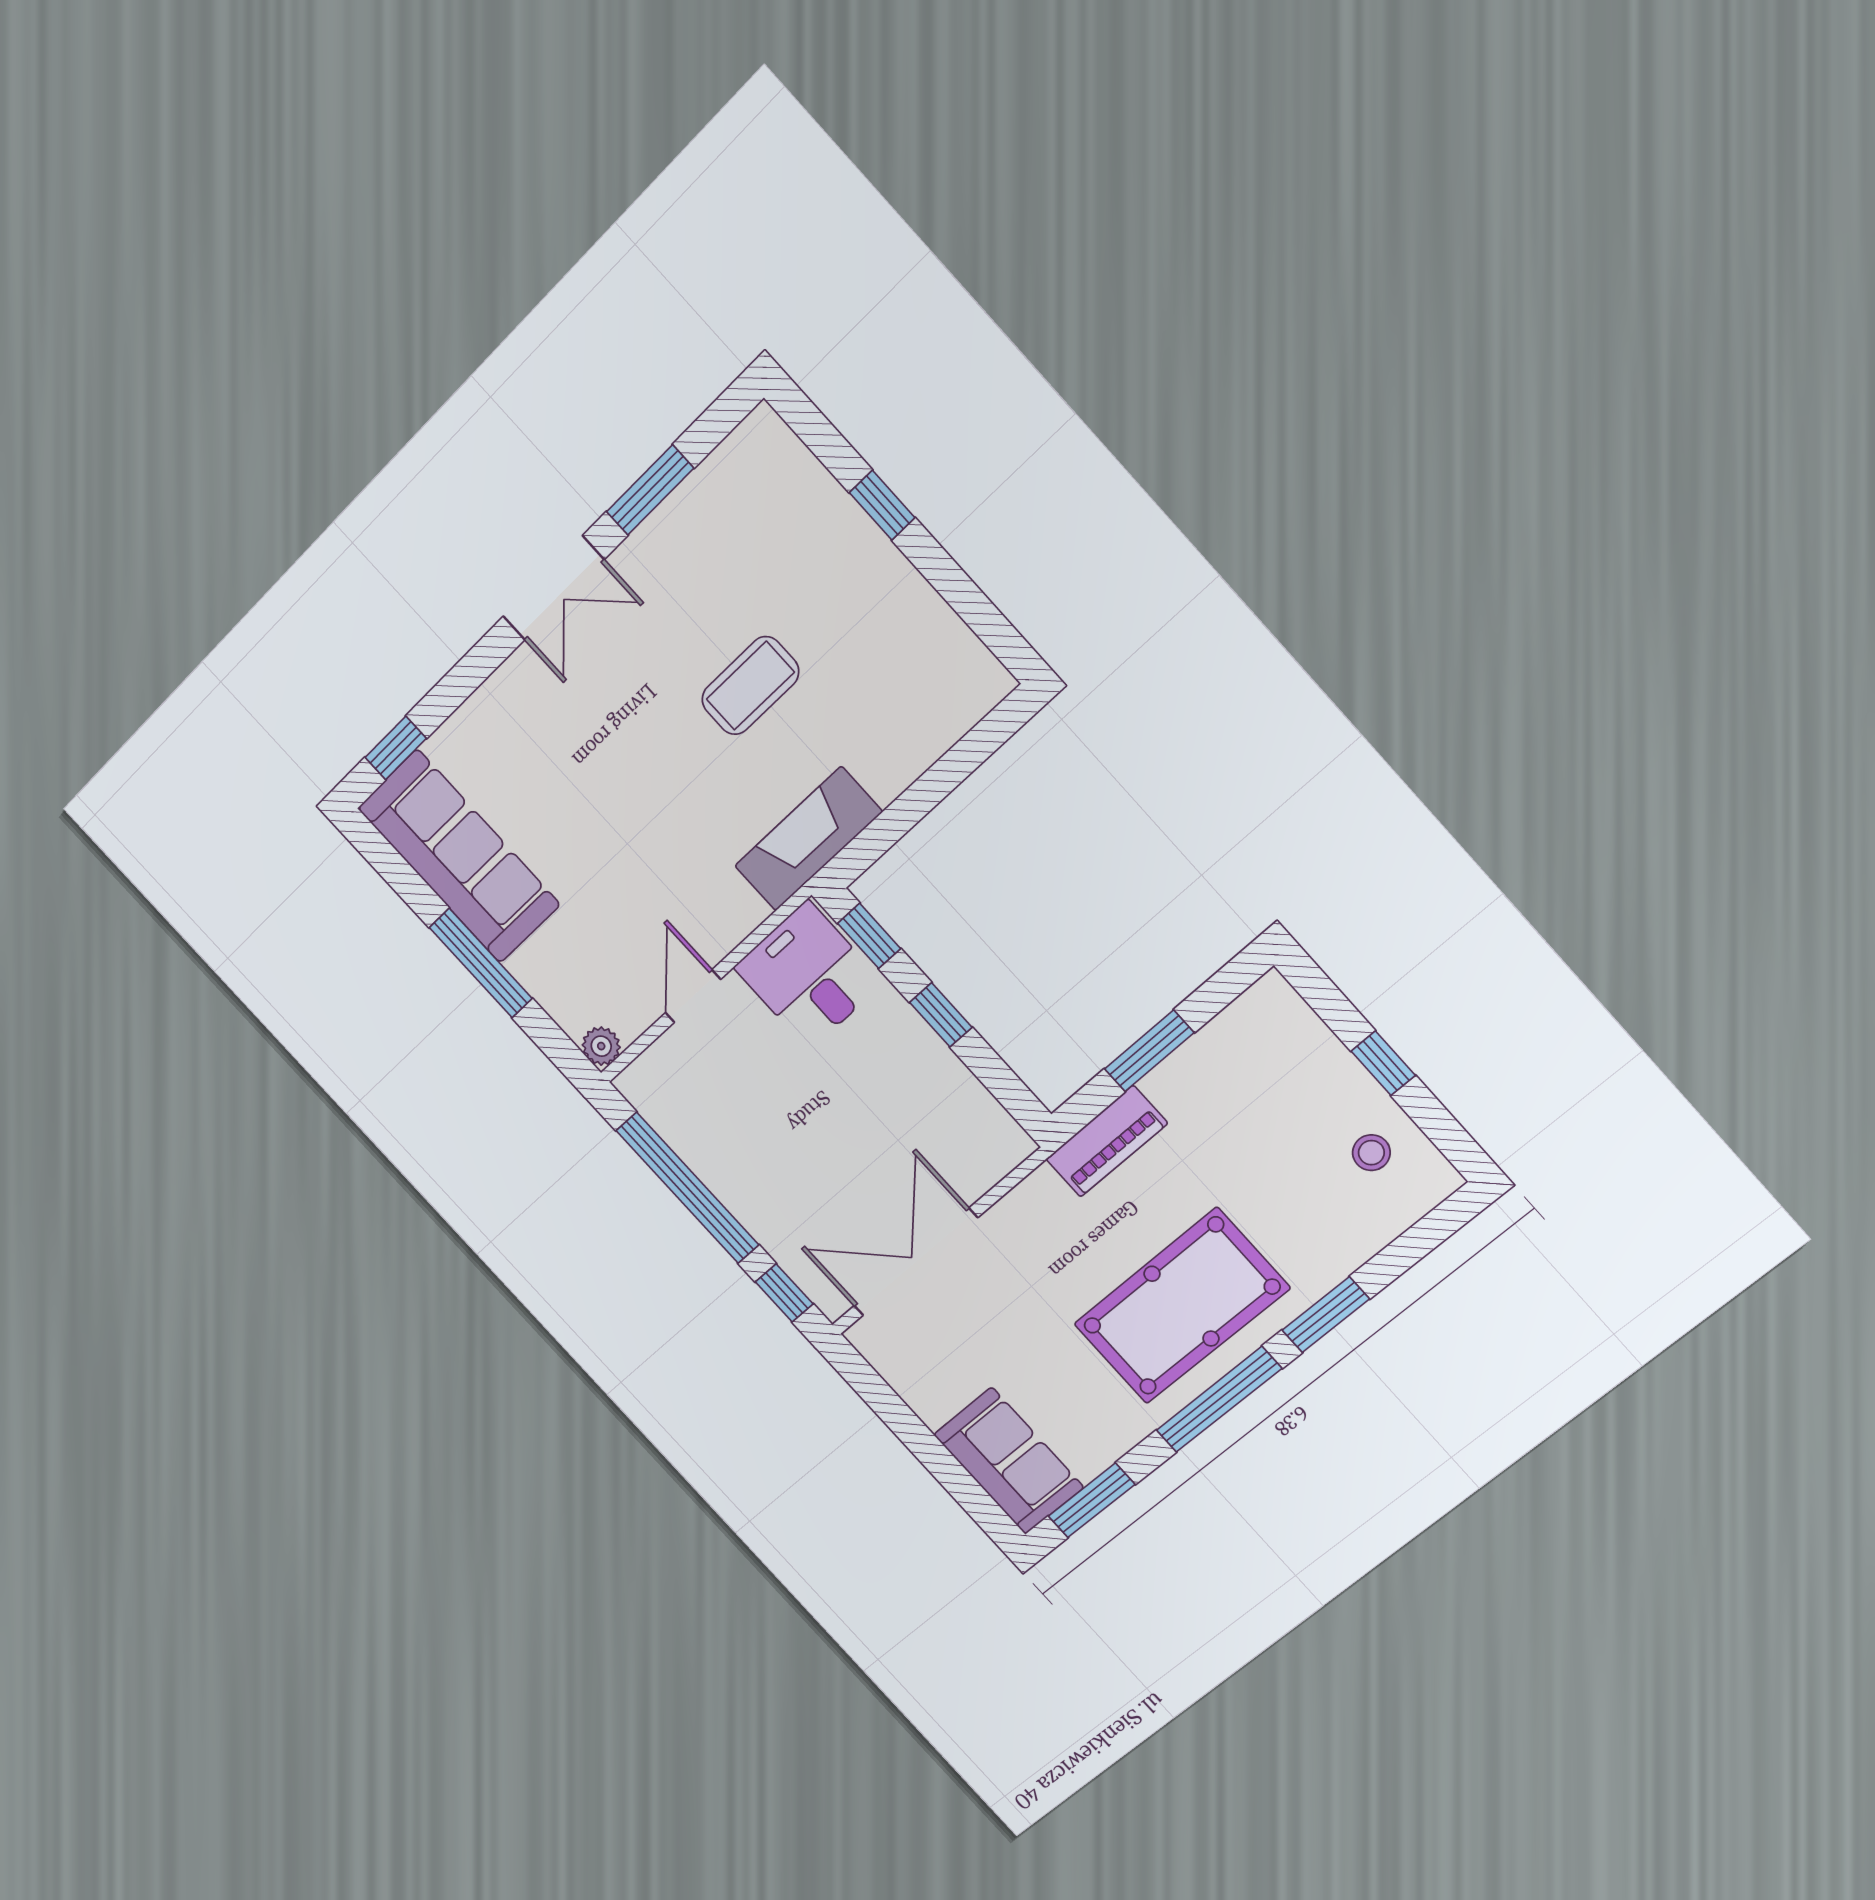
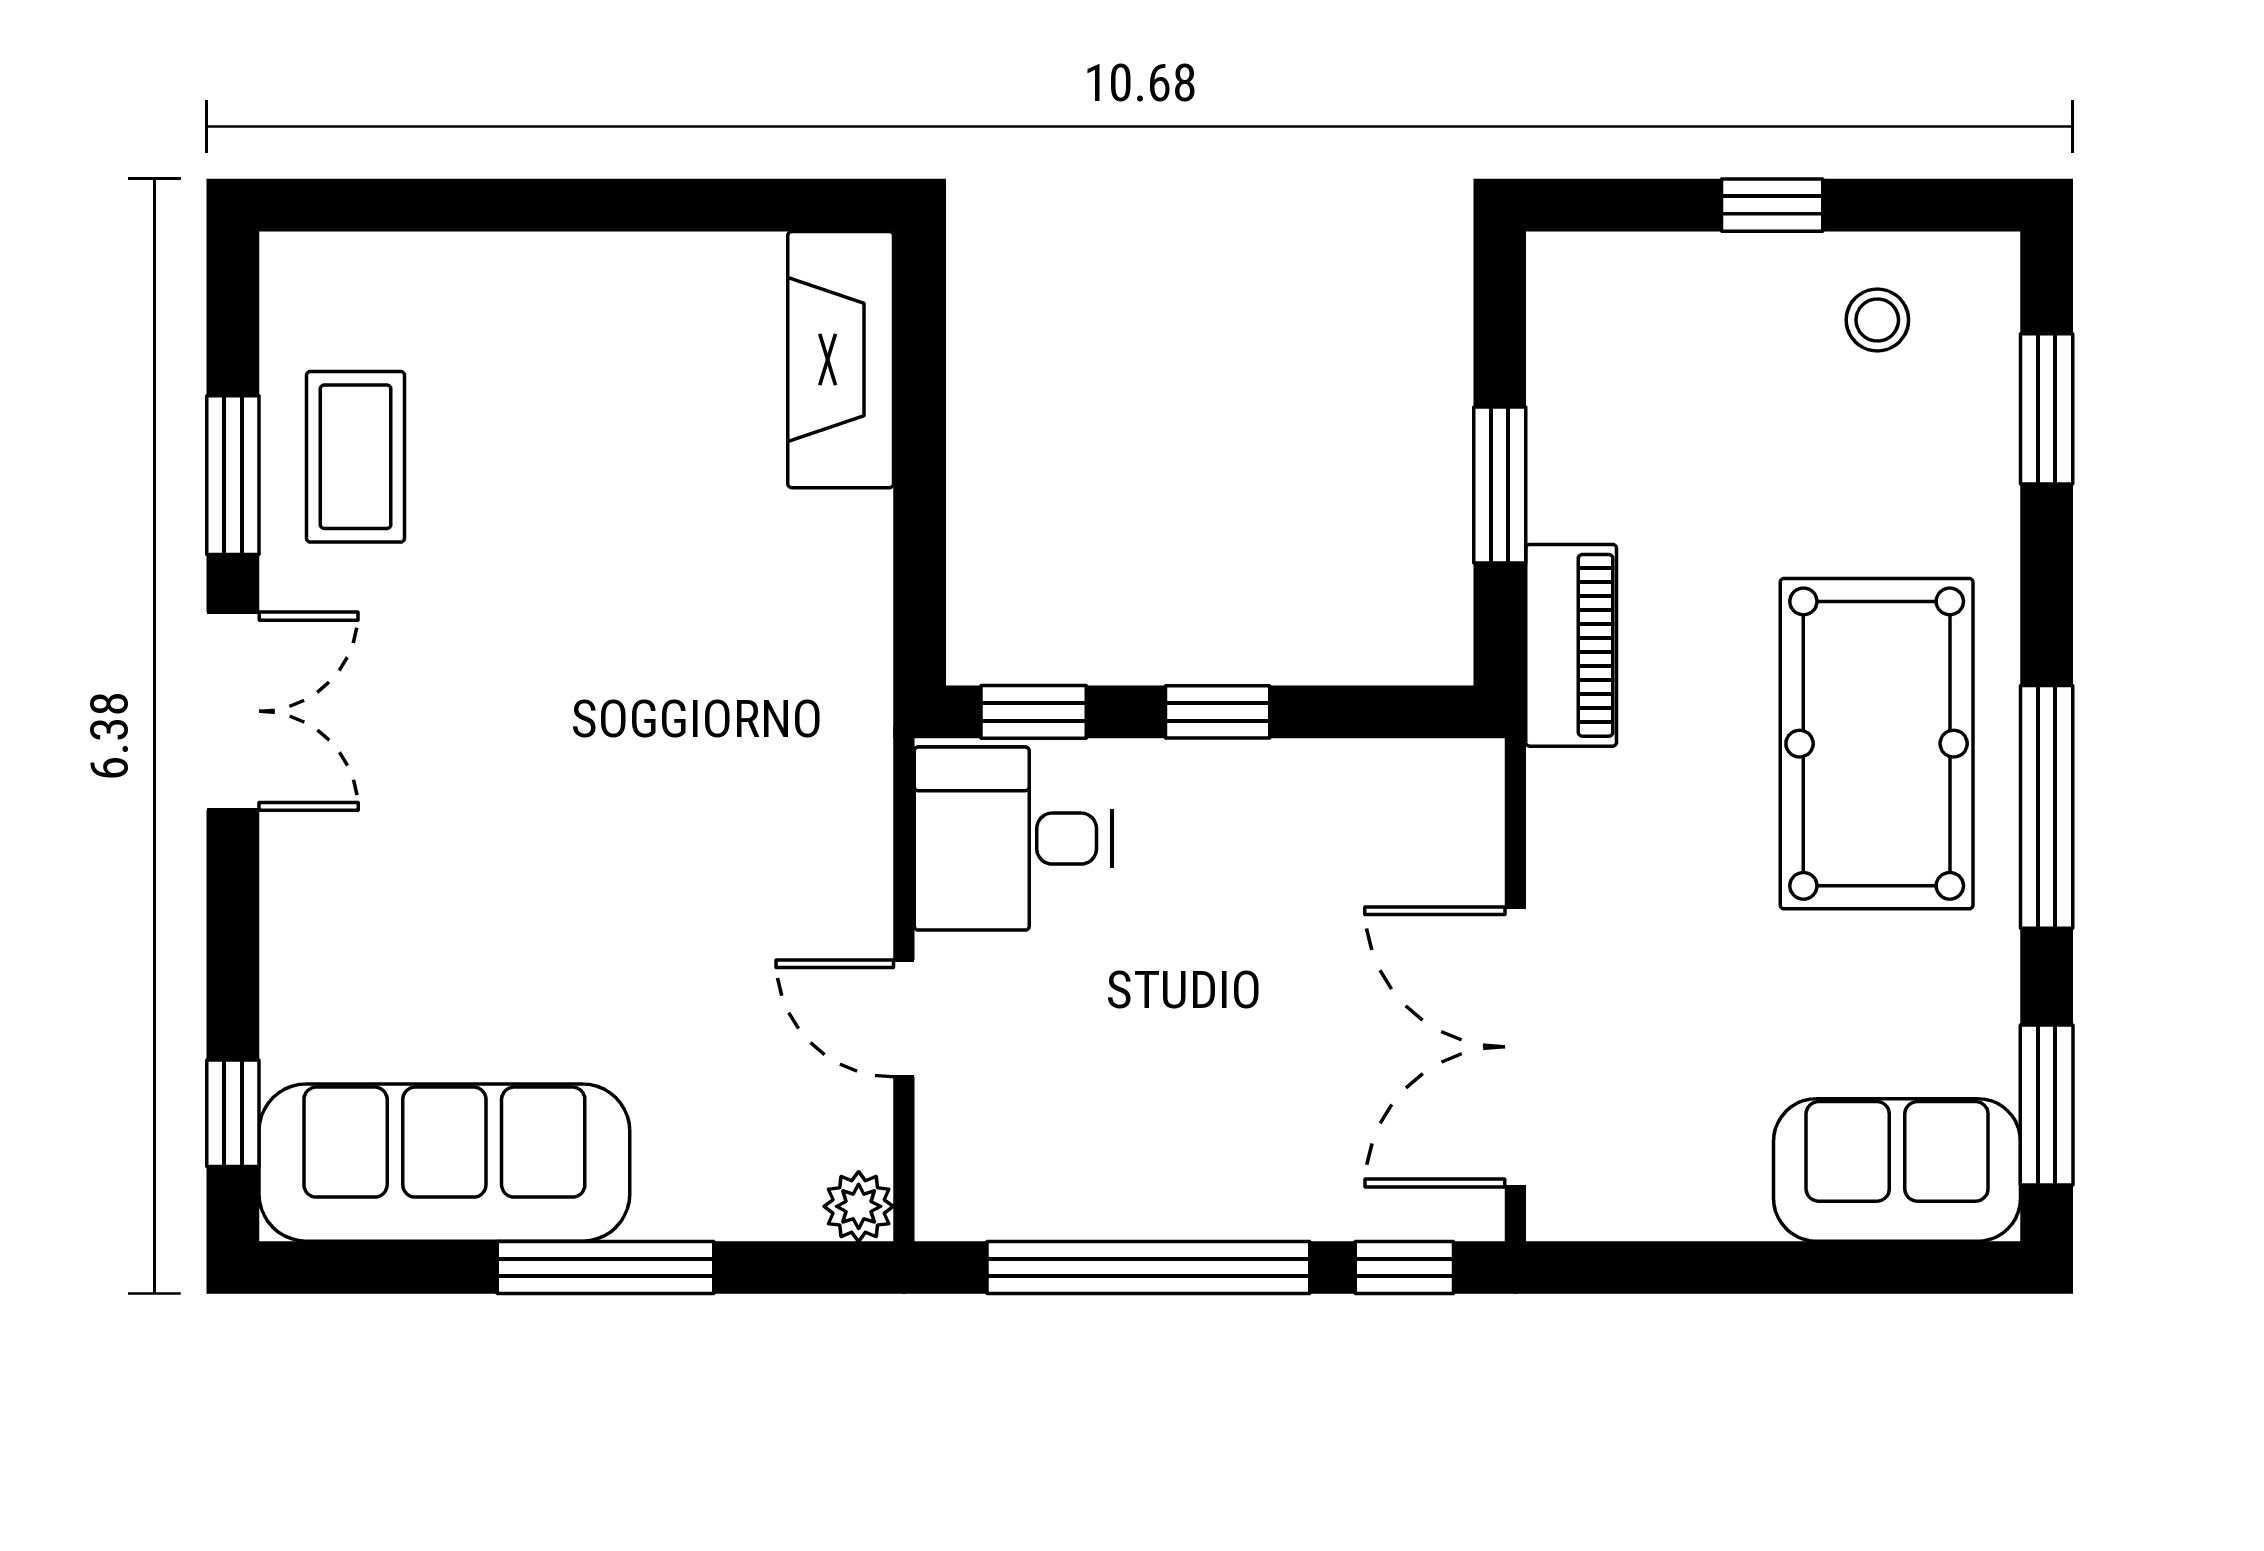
window: (882, 505) -> (521, 205), removed
coffee table: (750, 686) -> (356, 457), moved
fireplace: (808, 839) -> (841, 360), moved
window: (1326, 1315) -> (2047, 409), moved

